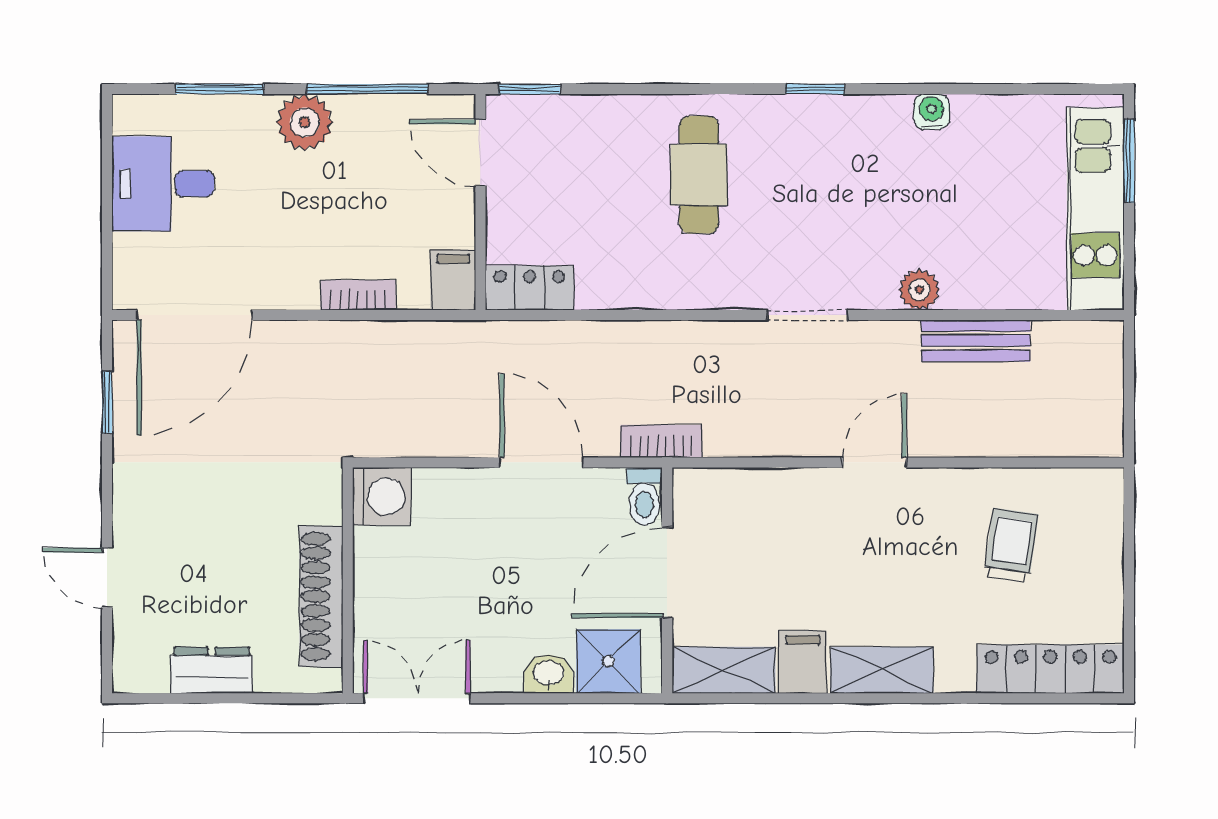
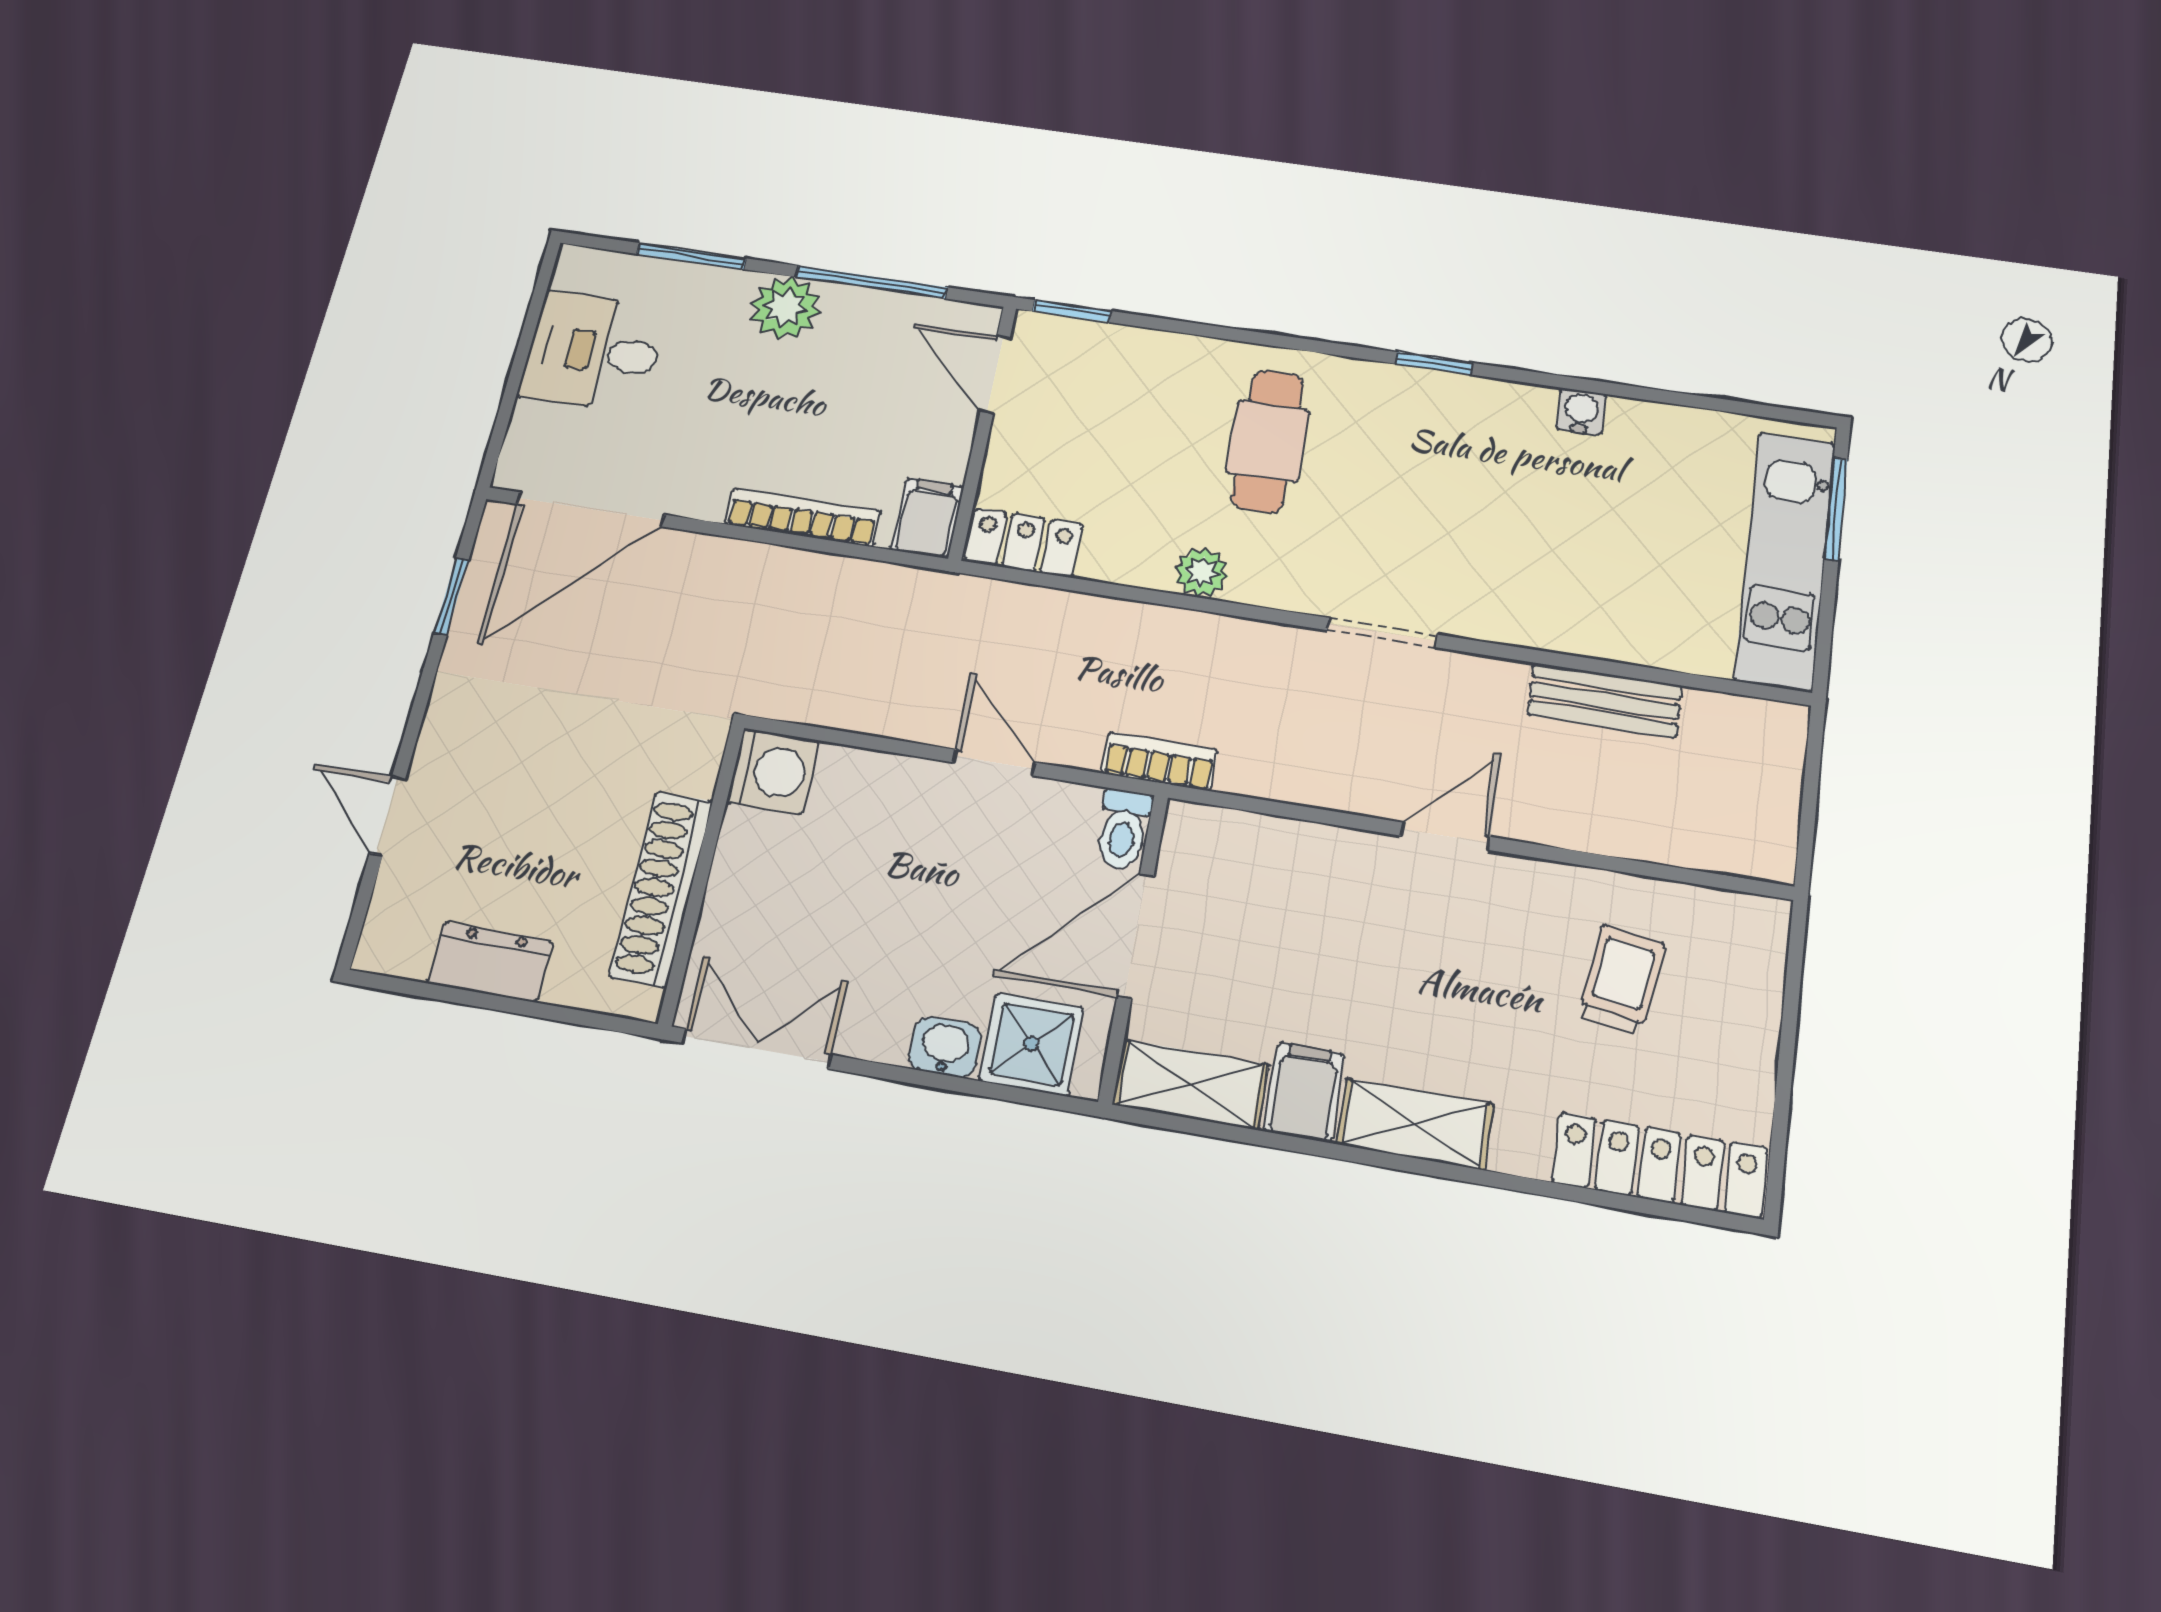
plant: (919, 290) -> (1202, 572), moved
bookcase: (358, 295) -> (803, 517), width x1.56
door: (541, 462) -> (994, 762), width x0.73

